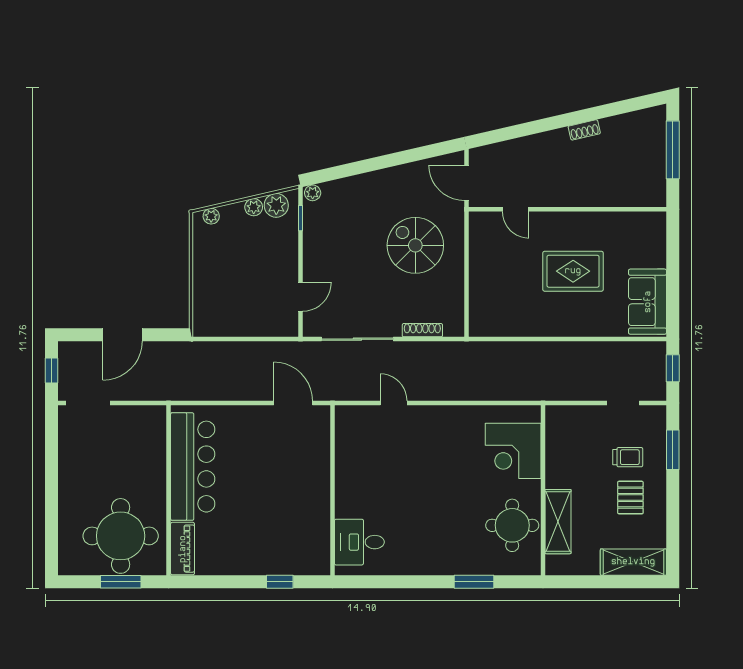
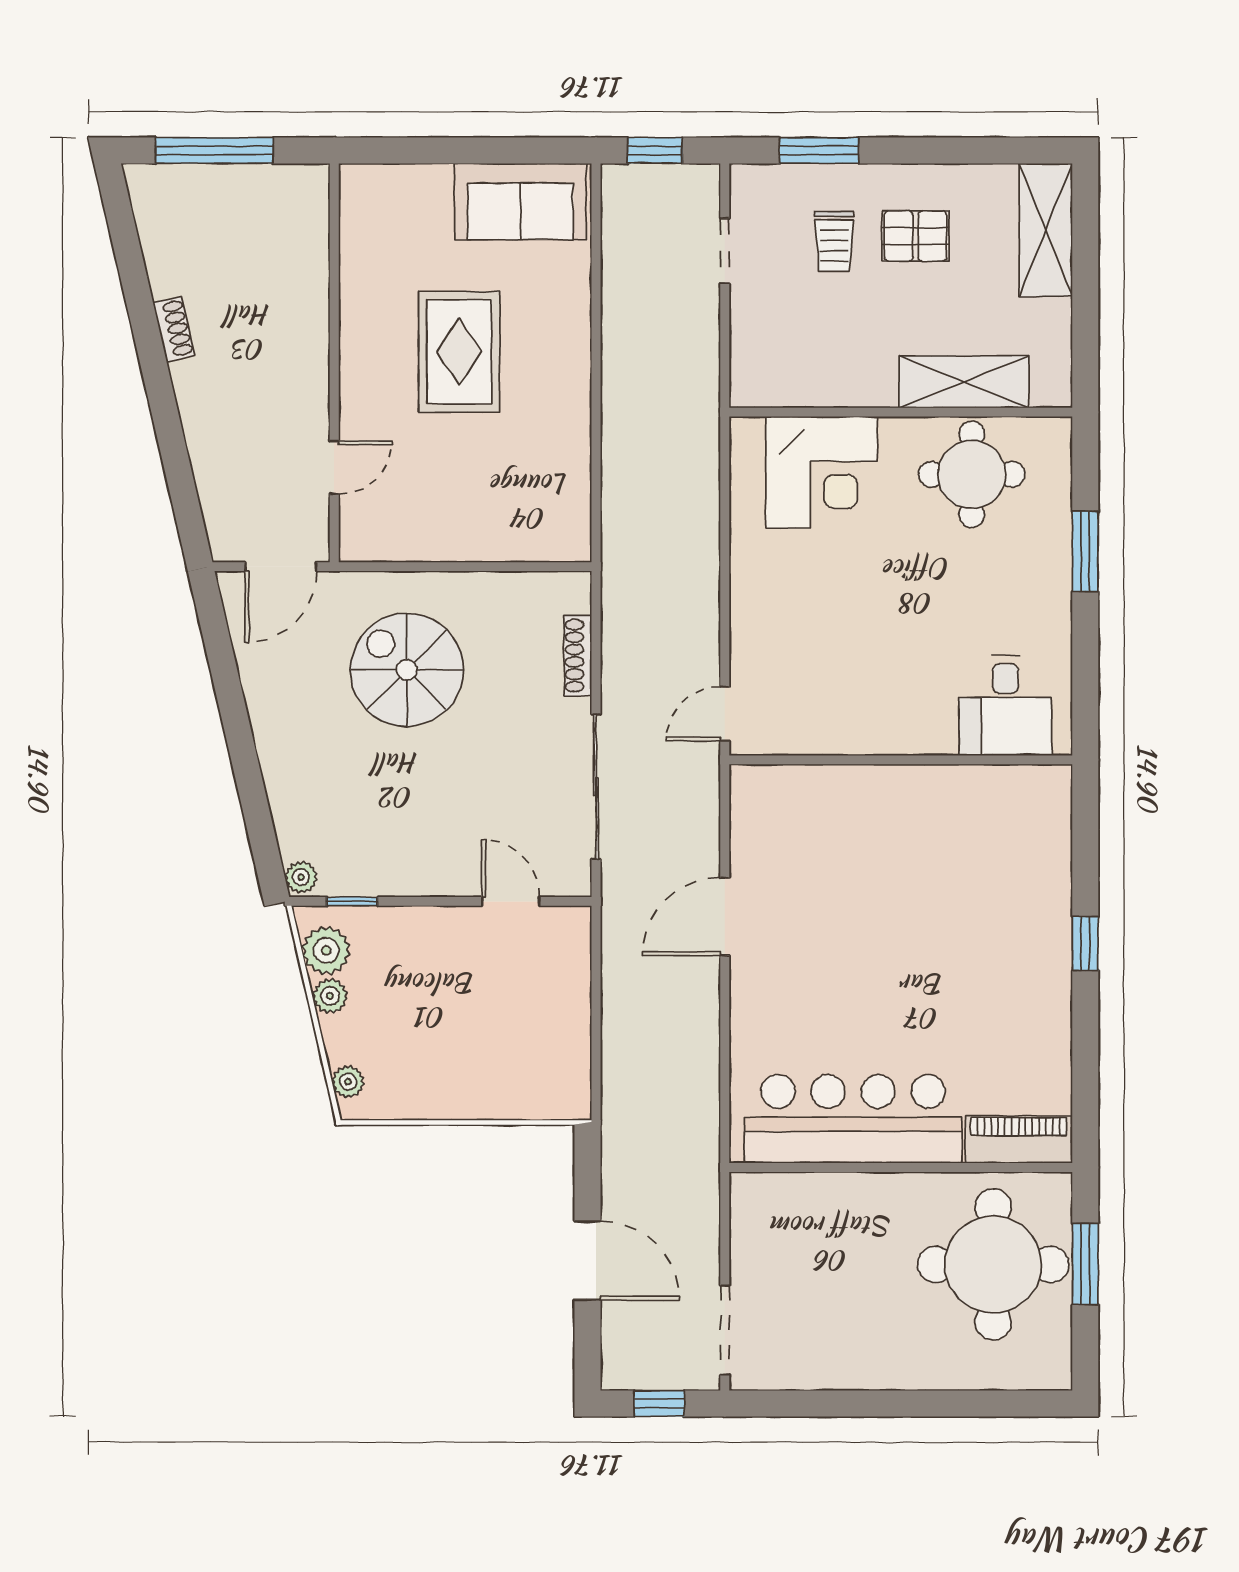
spiral stairs: (415, 245) -> (407, 670), turned 90
trolley: (628, 457) -> (834, 241), turned 180
wall: (332, 490) -> (901, 760), moved
desk: (359, 542) -> (1005, 706), moved

